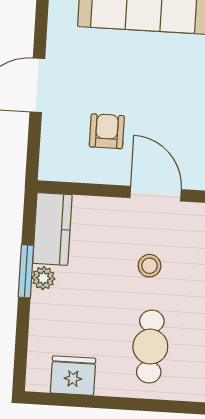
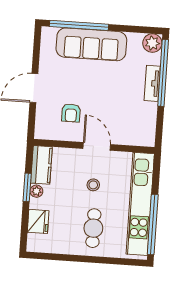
armchair: (107, 131) -> (71, 113), turned 180
fridge: (73, 376) -> (38, 221), moved, turned 90

